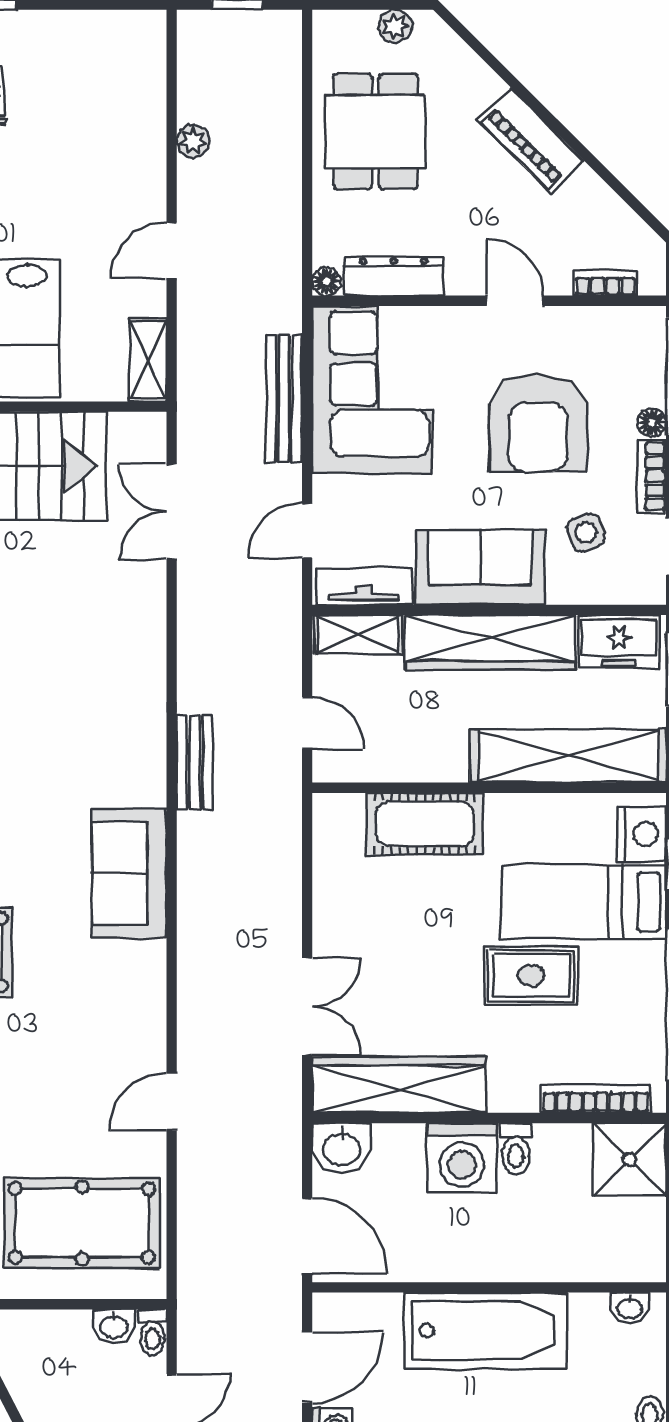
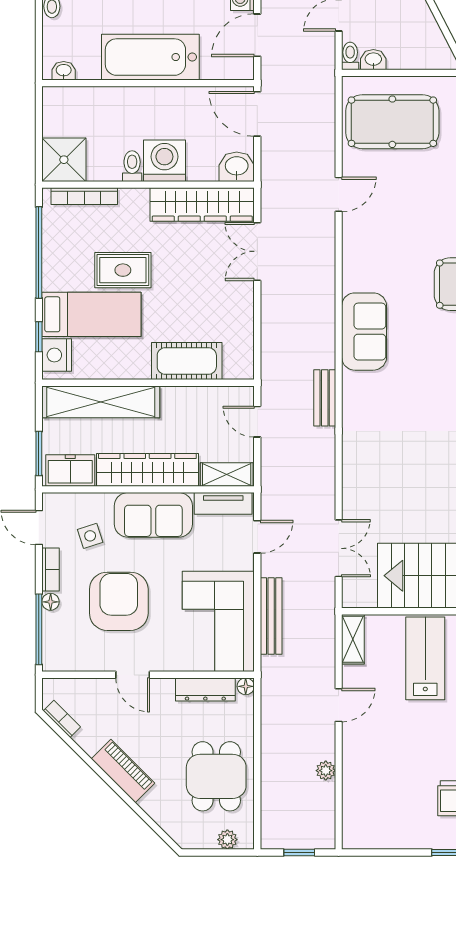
plant: (395, 26) -> (227, 840), moved
bookcase: (605, 283) -> (62, 719), moved, turned -135

